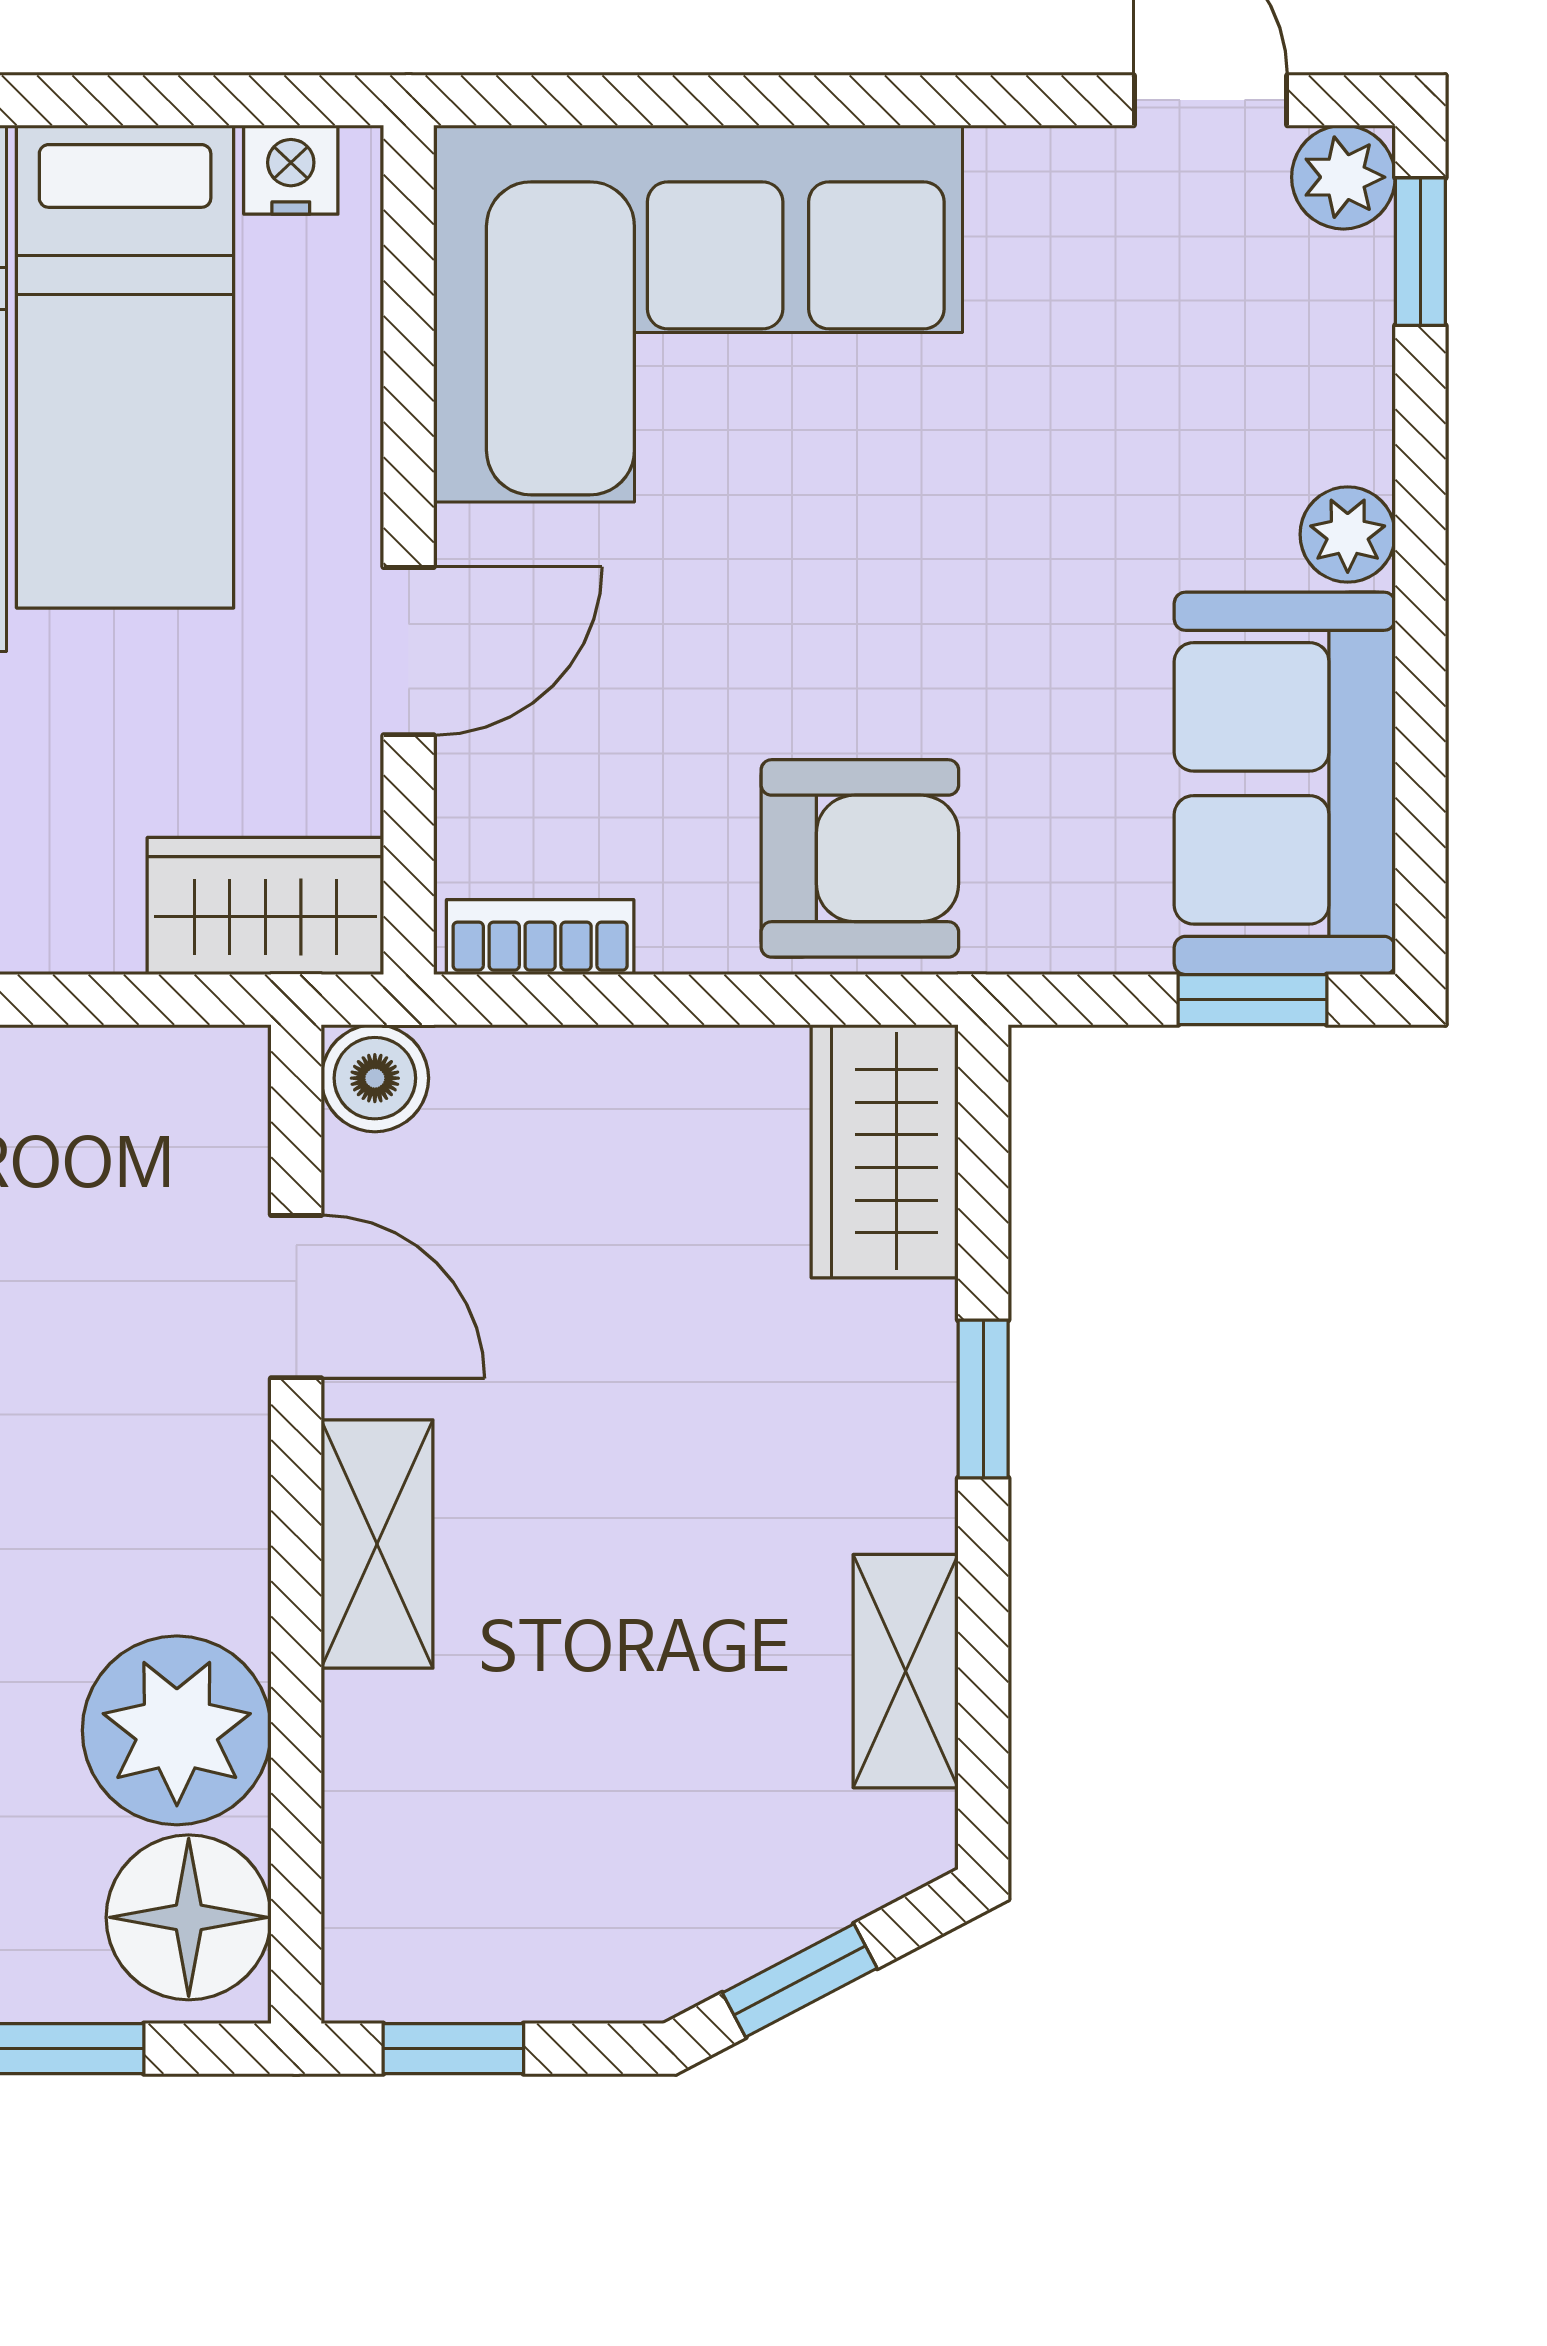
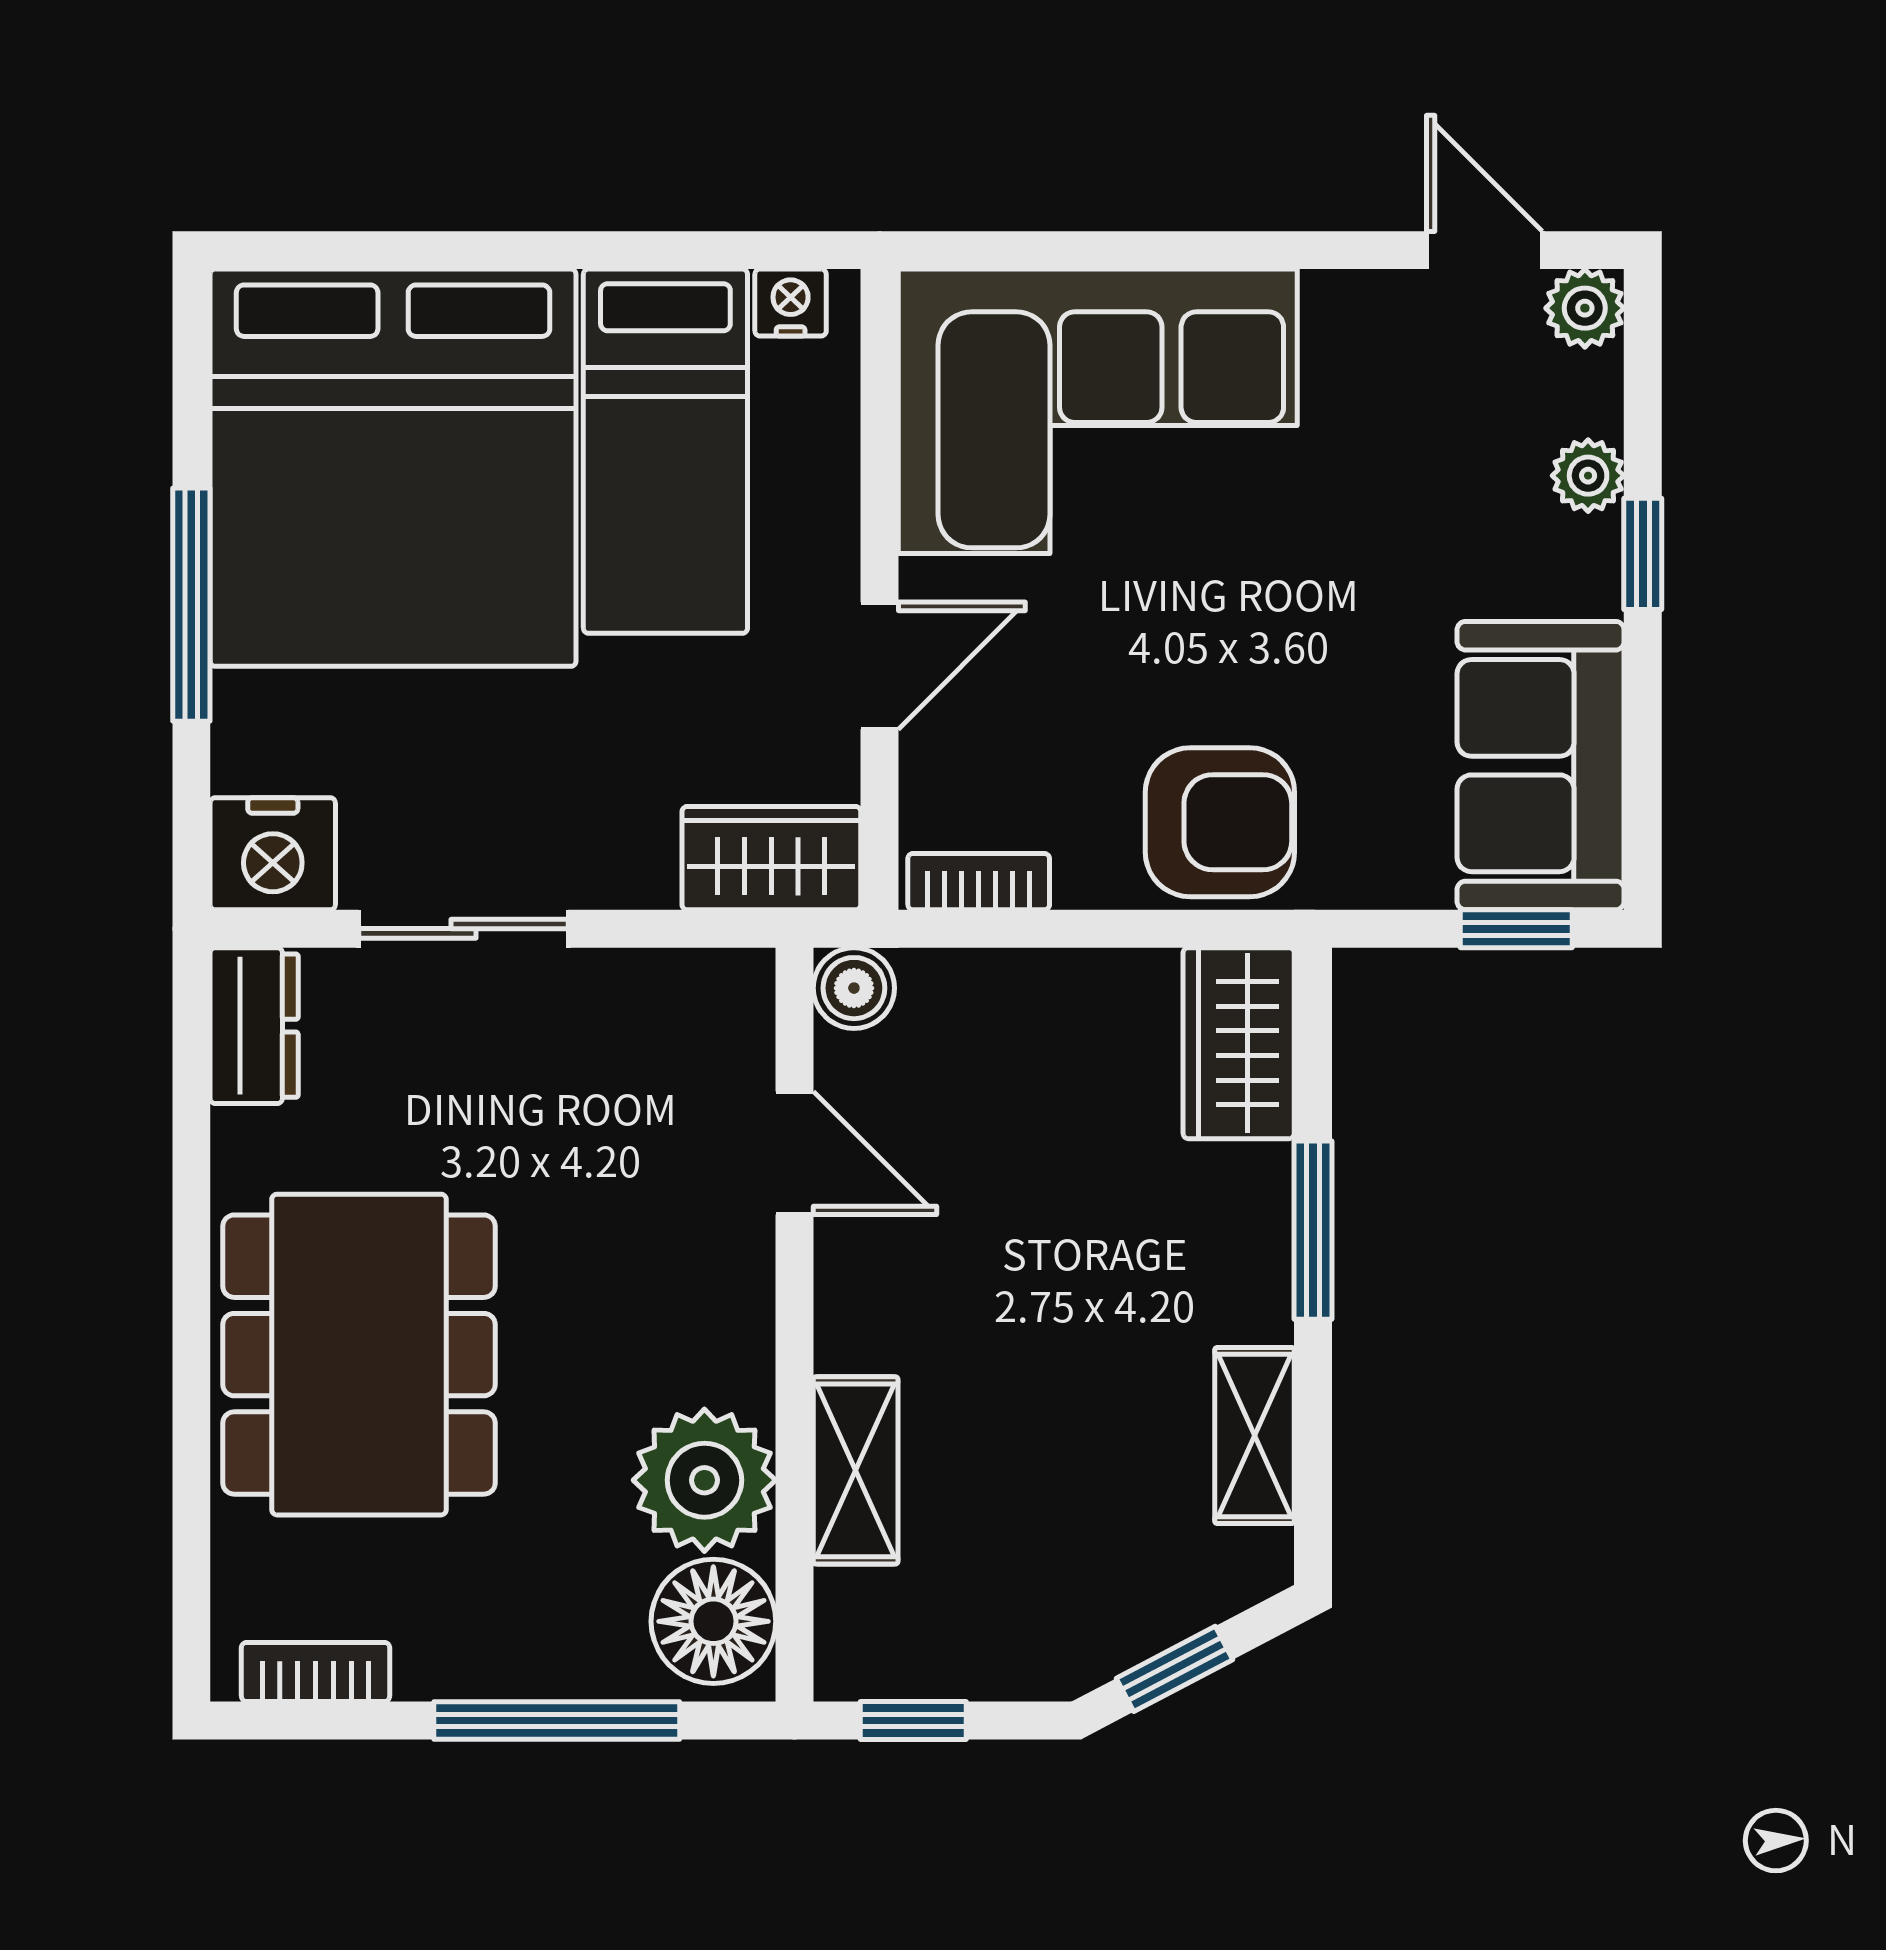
window: (1420, 252) -> (1643, 554), moved
plant: (1348, 534) -> (1588, 476), moved
window: (983, 1399) -> (1313, 1230), width x1.50
shelving: (377, 1544) -> (856, 1470), moved

